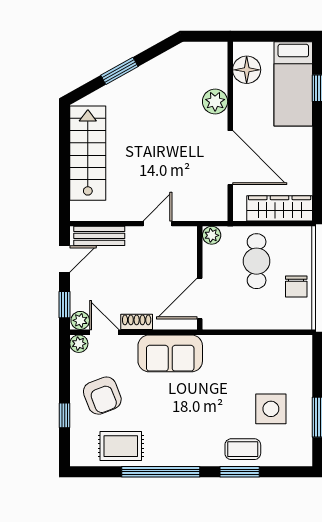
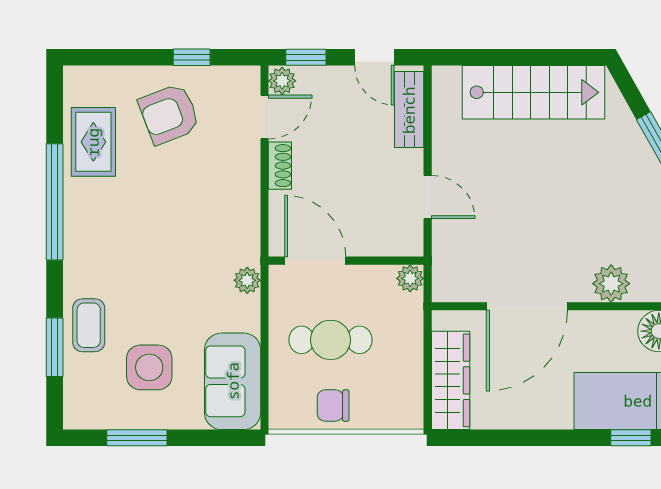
cafe table: (257, 261) -> (330, 340), moved
plant: (79, 344) -> (247, 280), moved
sofa: (170, 353) -> (233, 381), moved
window: (65, 415) -> (192, 57), moved
window: (240, 472) -> (55, 347), moved

